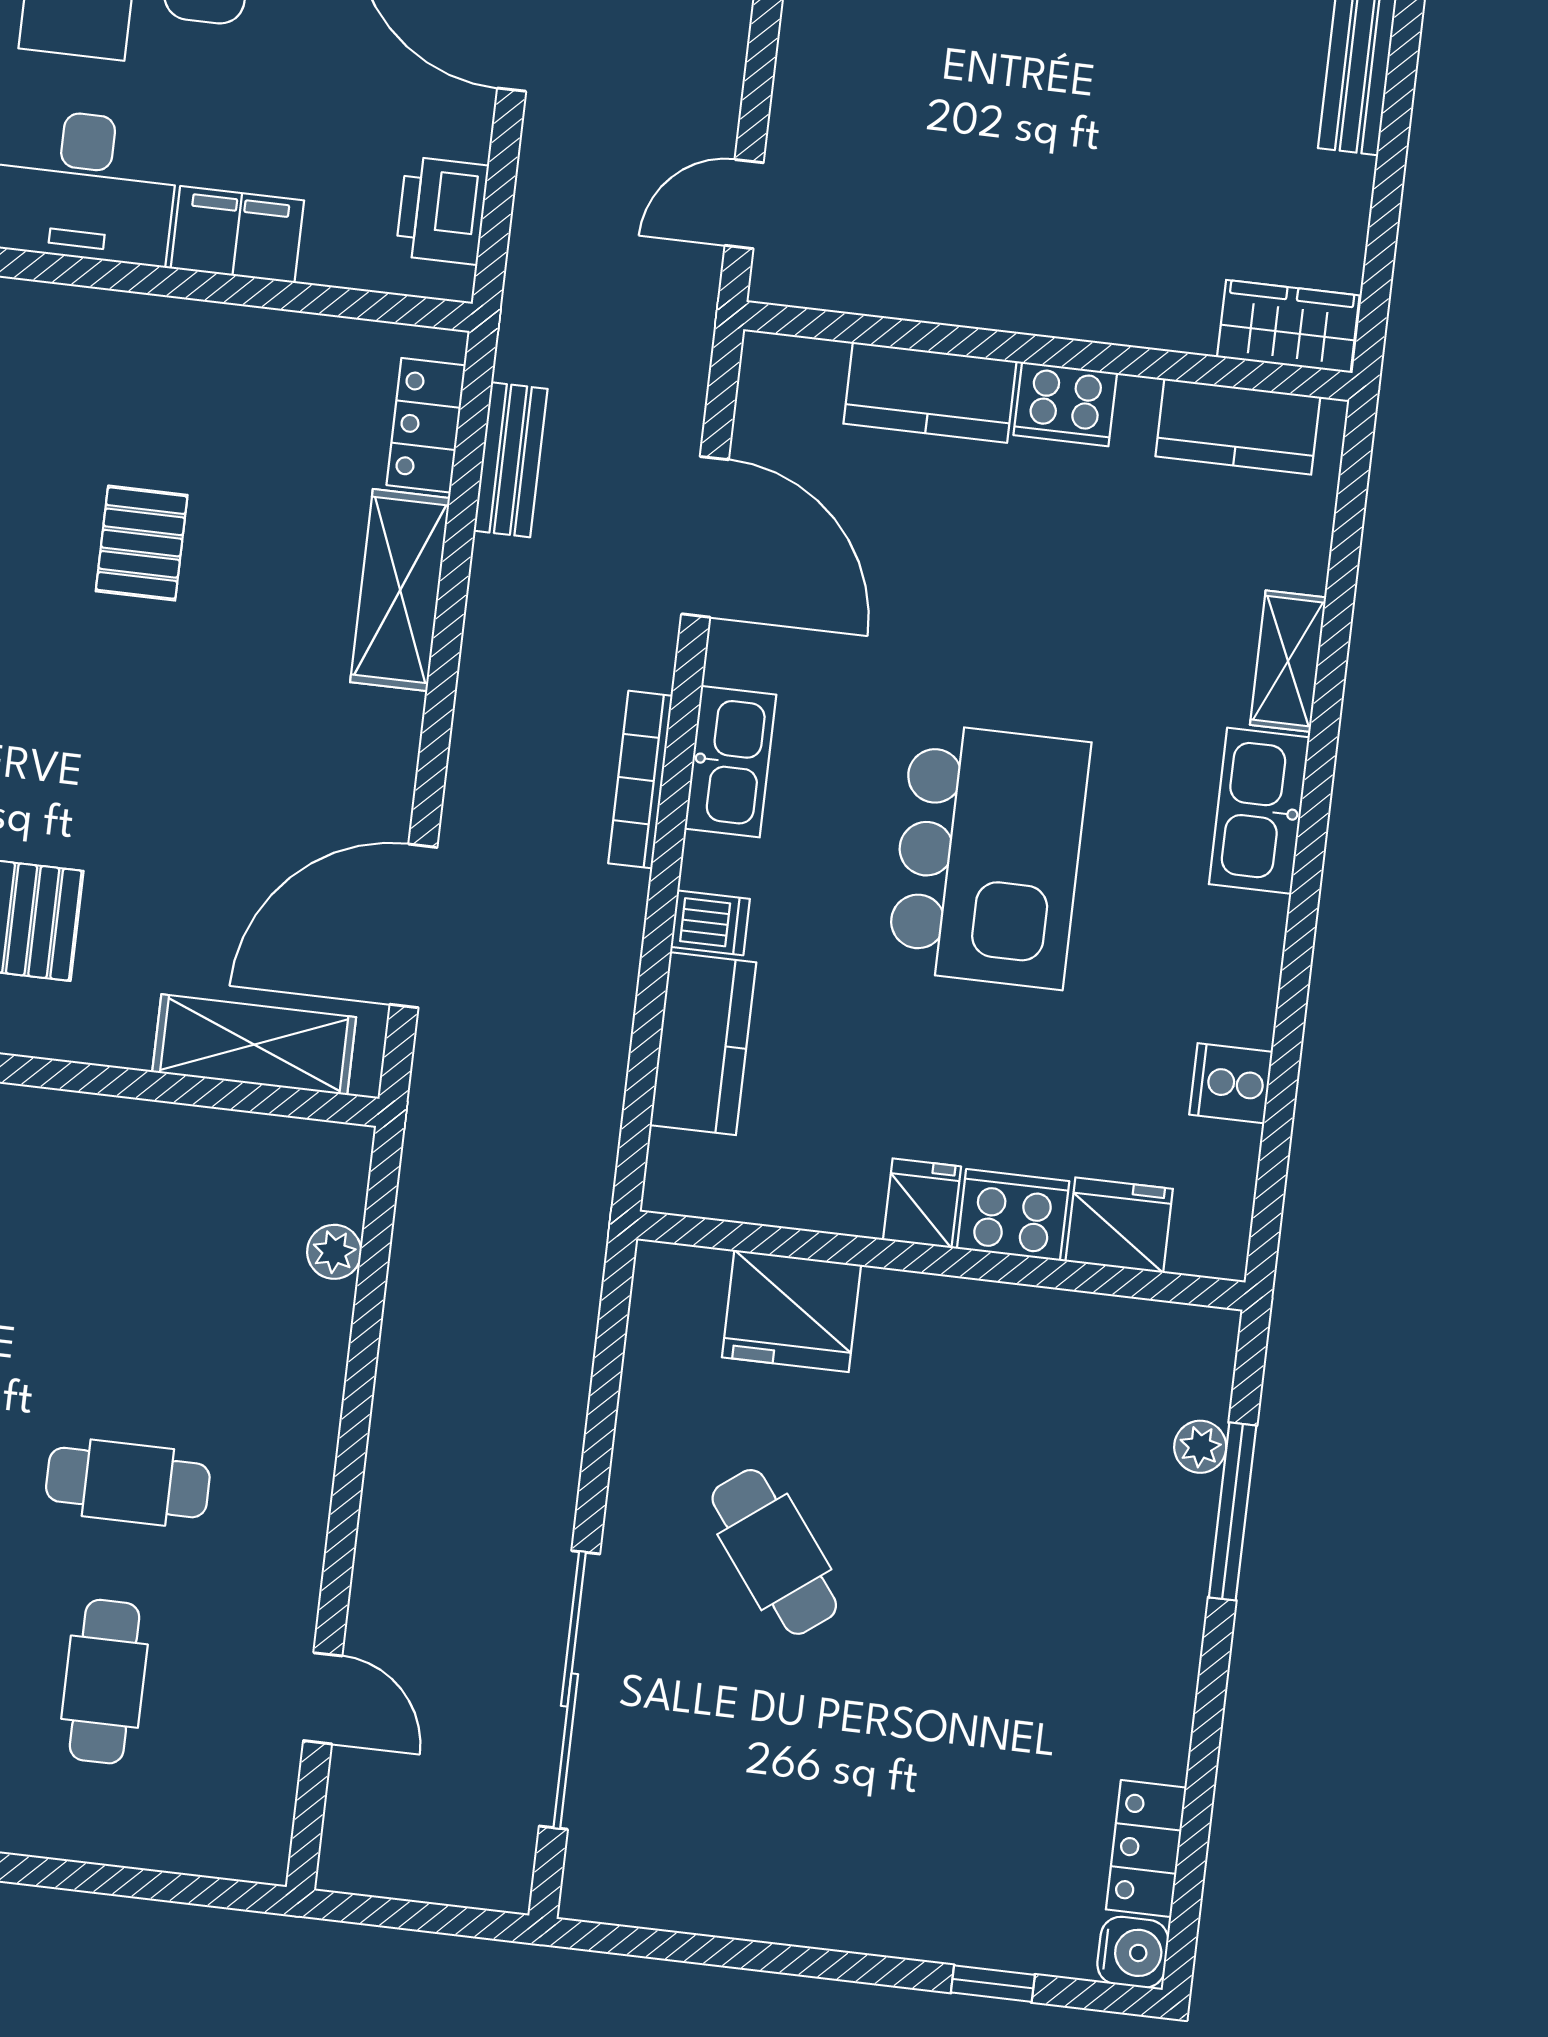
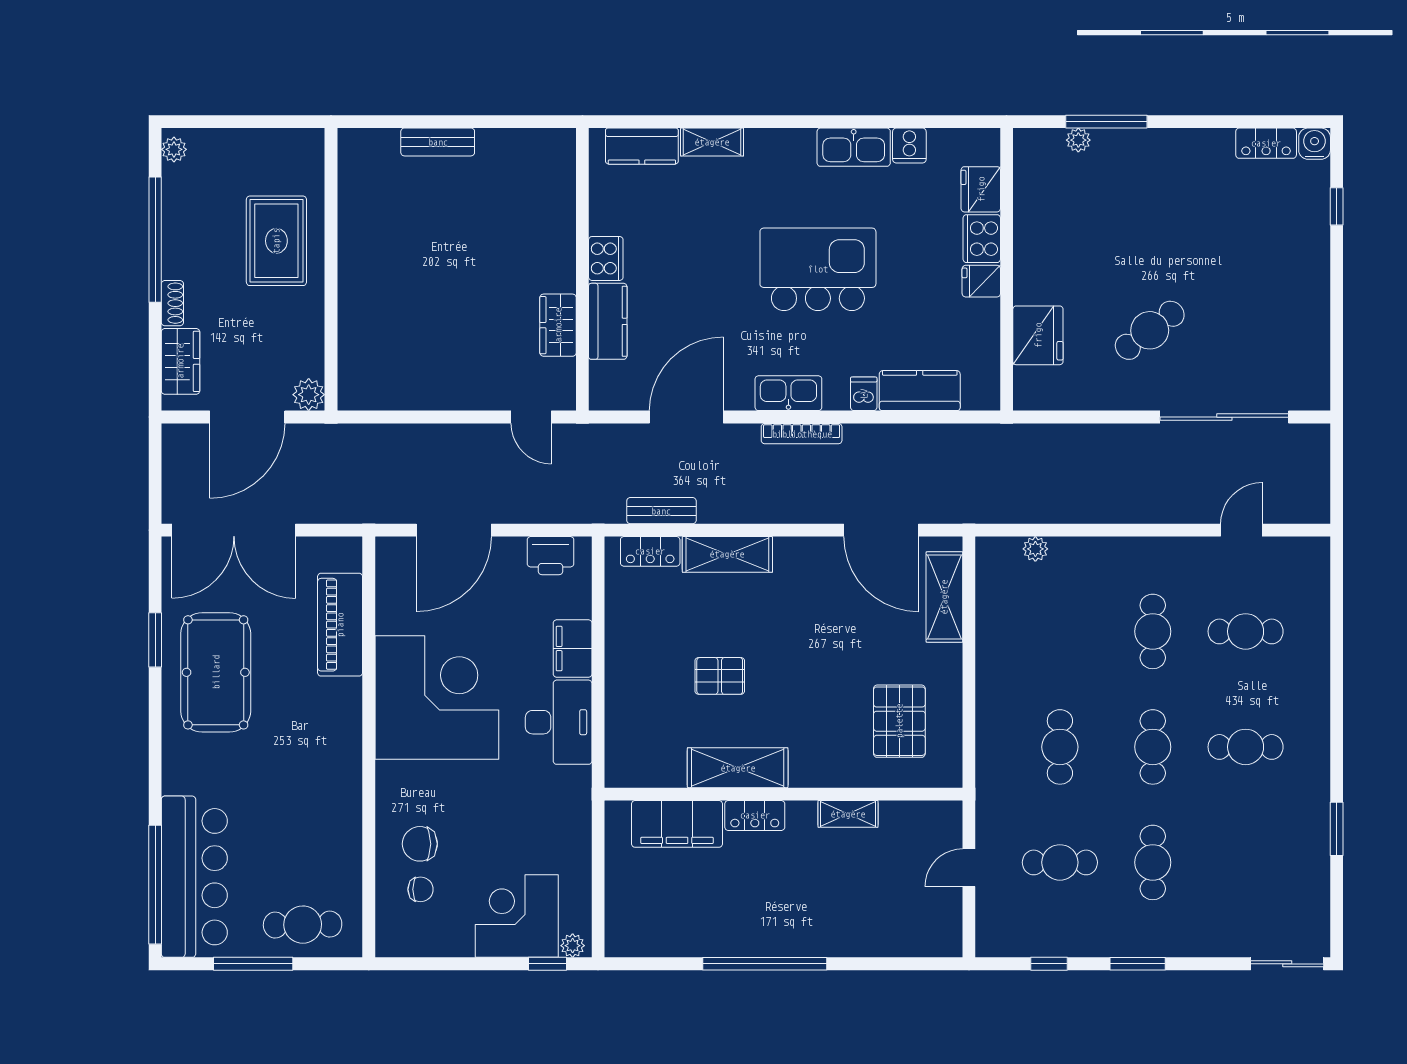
wardrobe: (1288, 326) -> (558, 325), moved
kitchen counter: (1238, 427) -> (642, 146), moved, turned 90
kitchen sink: (1259, 811) -> (854, 147), moved

